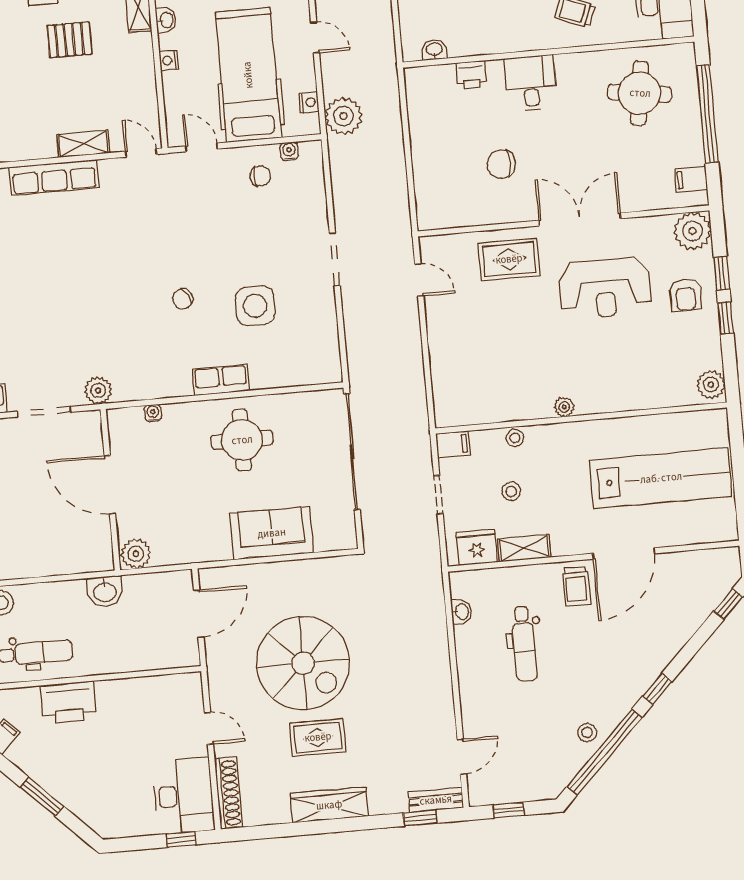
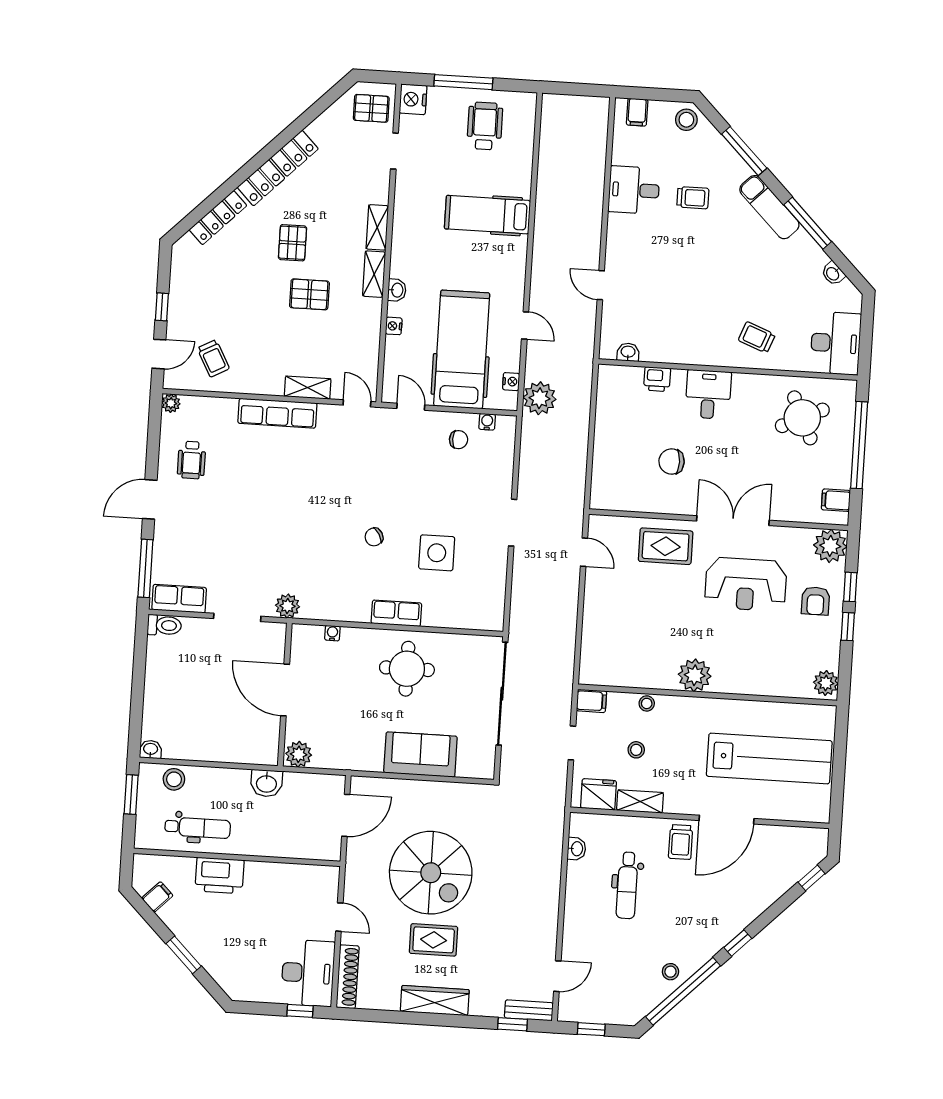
round table: (640, 93) -> (802, 418), turned -33
plant: (564, 407) -> (695, 675), width x1.87, depth x1.87

